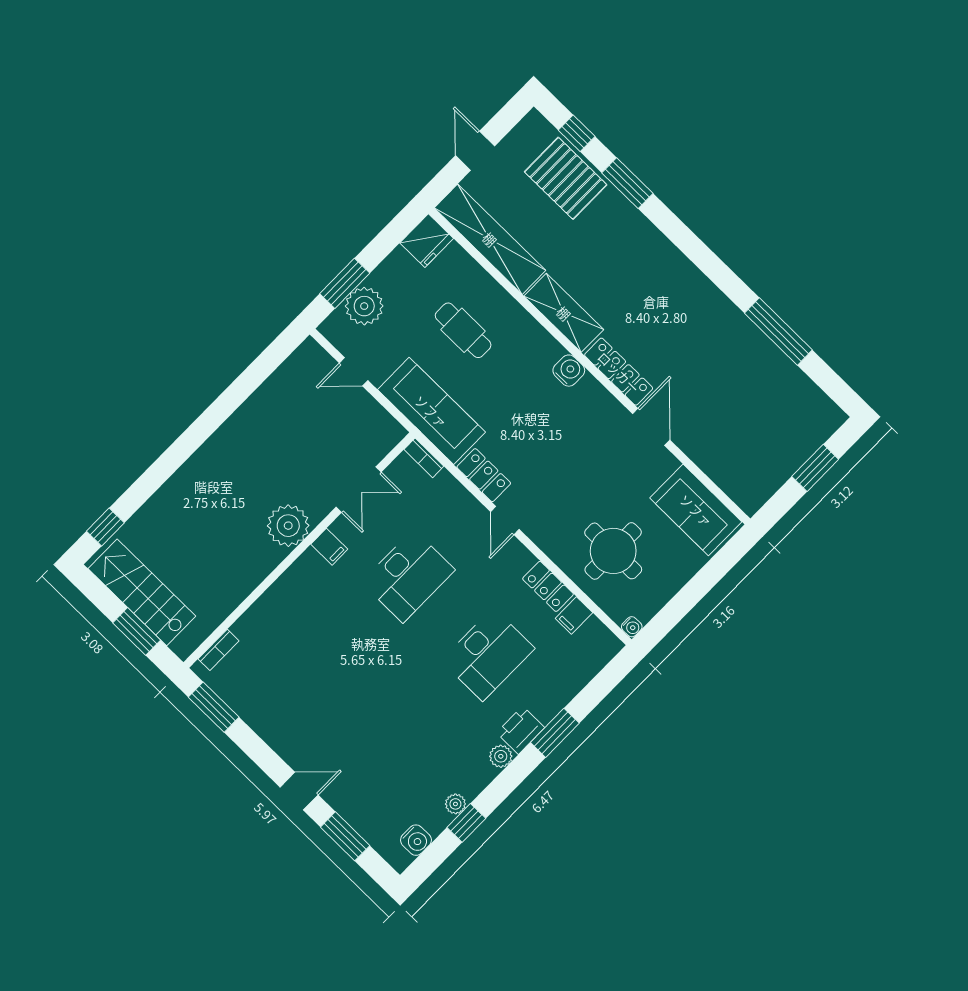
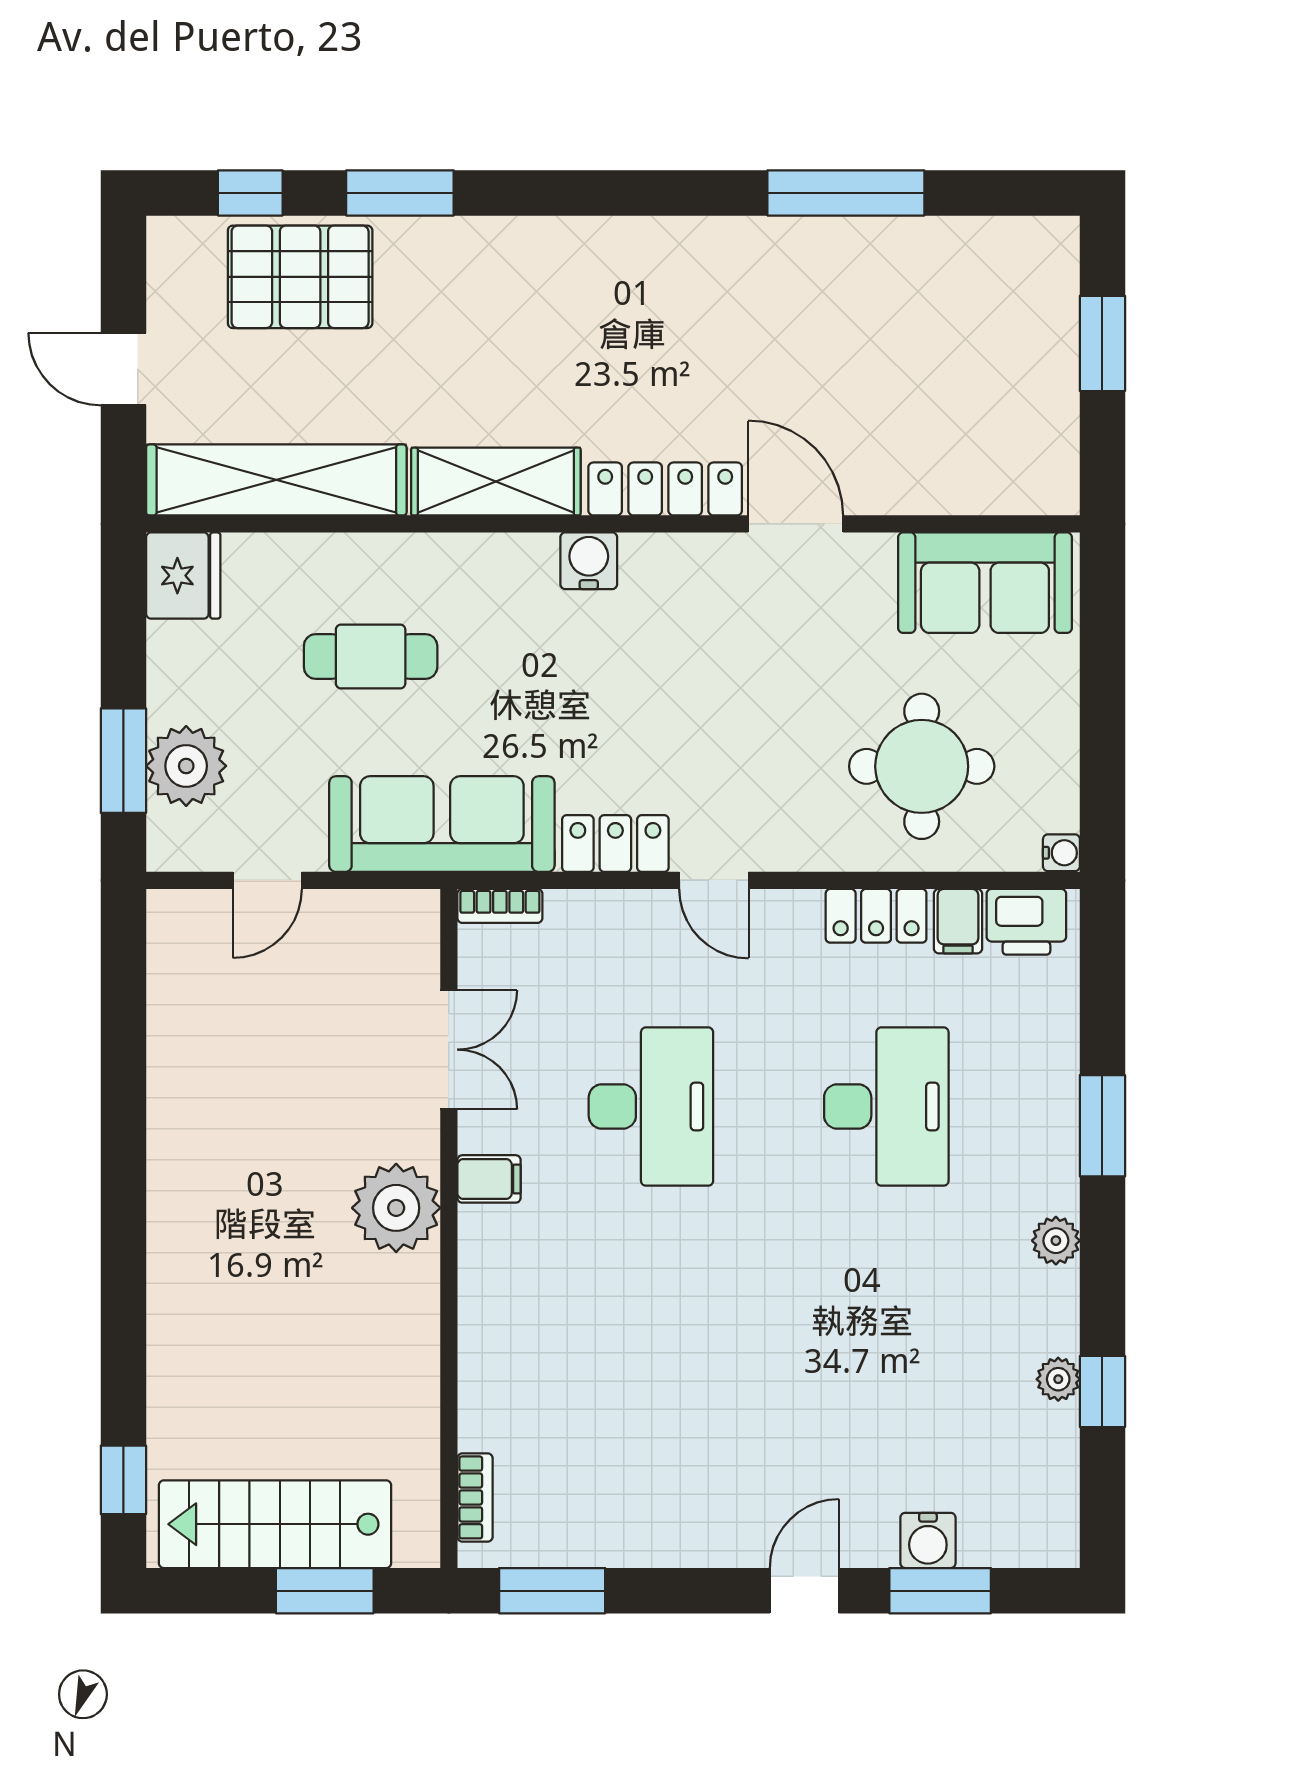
printer: (520, 730) -> (1026, 922), moved, turned -90
water cooler: (416, 840) -> (928, 1540), moved, turned 90

